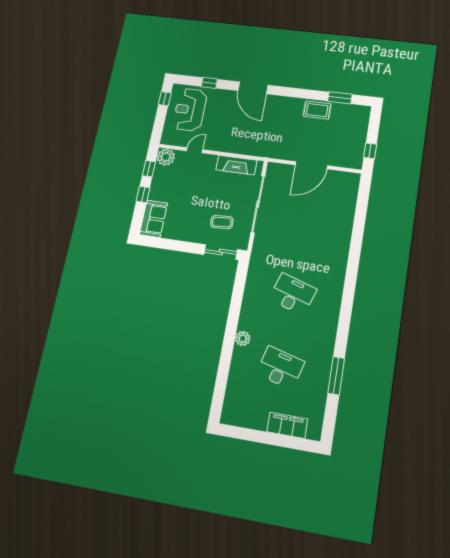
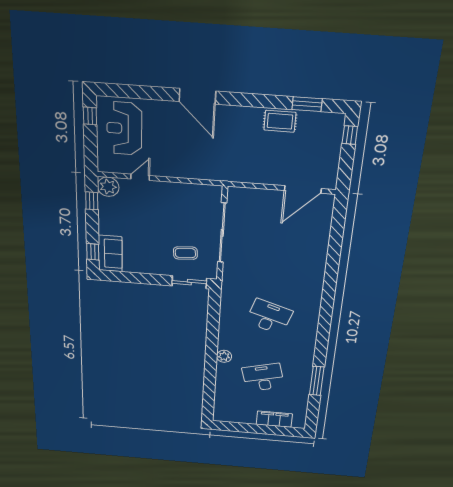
window: (209, 83) -> (141, 92), removed
window: (370, 151) -> (350, 135), moved
fireplace: (236, 165) -> (192, 192), removed
door: (311, 165) -> (303, 189), moved
window: (143, 195) -> (93, 252), moved
desk: (280, 368) -> (263, 377), turned -30

